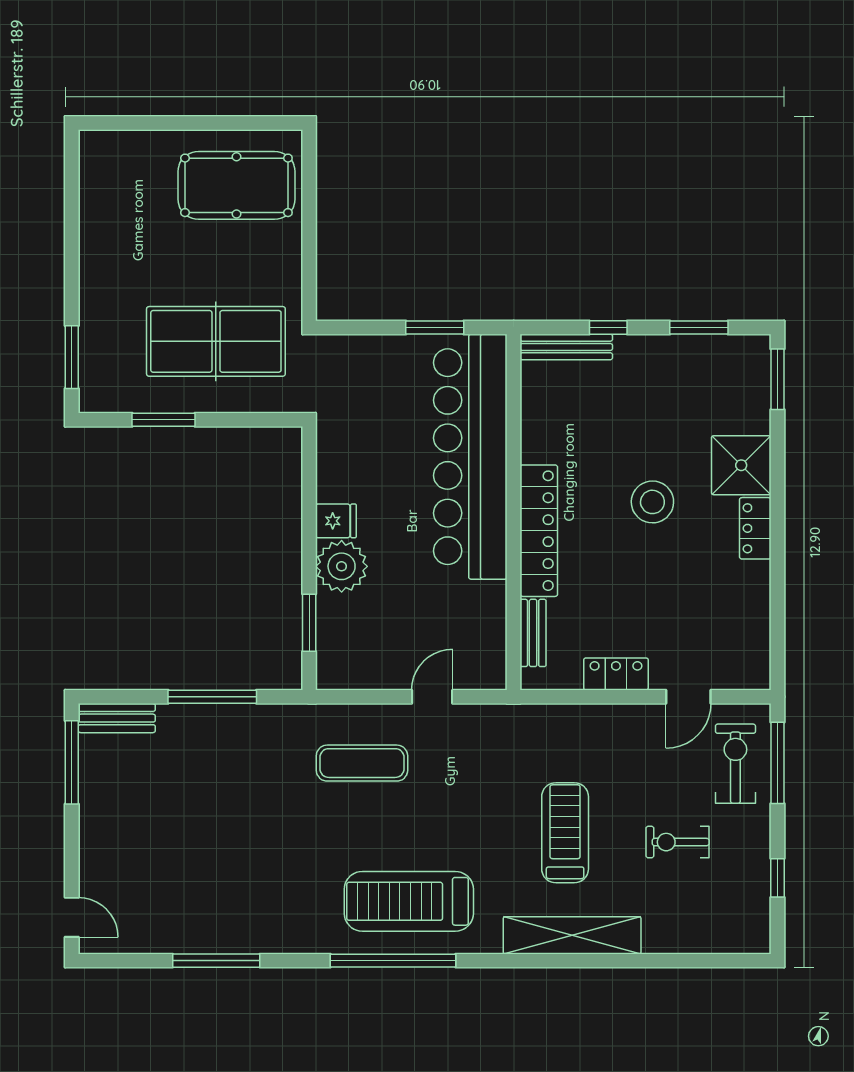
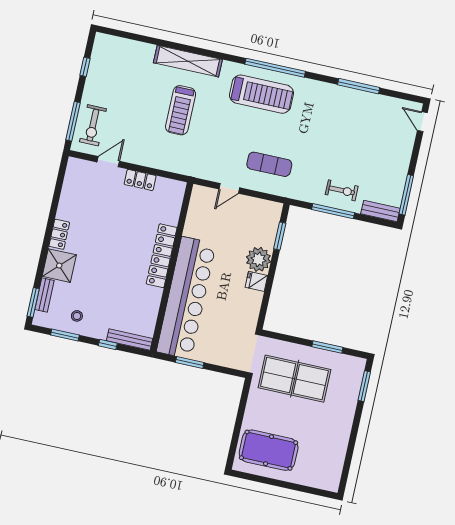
stool: (652, 502) -> (77, 316), moved, width x0.53, depth x0.53
bench: (533, 633) -> (45, 295), moved
exercise bike: (677, 842) -> (342, 190), moved

